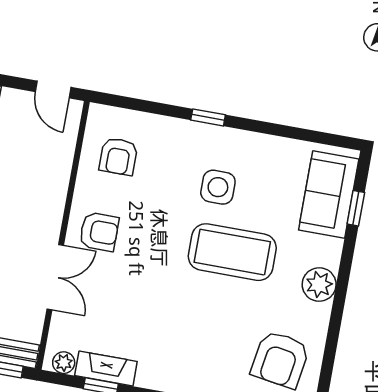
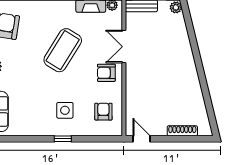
side table: (218, 187) -> (65, 110), moved
coffee table: (232, 252) -> (63, 50), moved, turned -58

